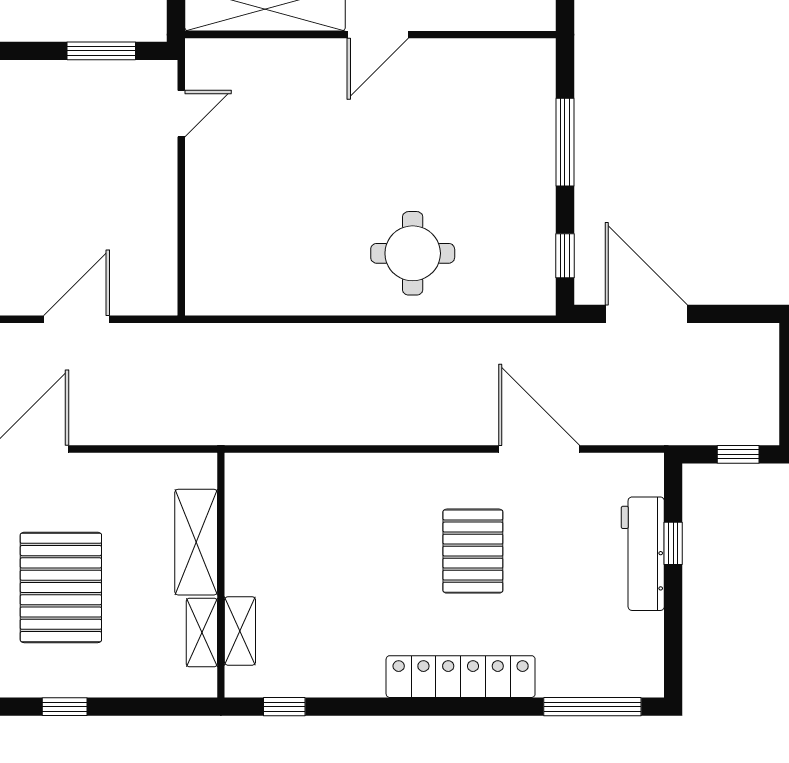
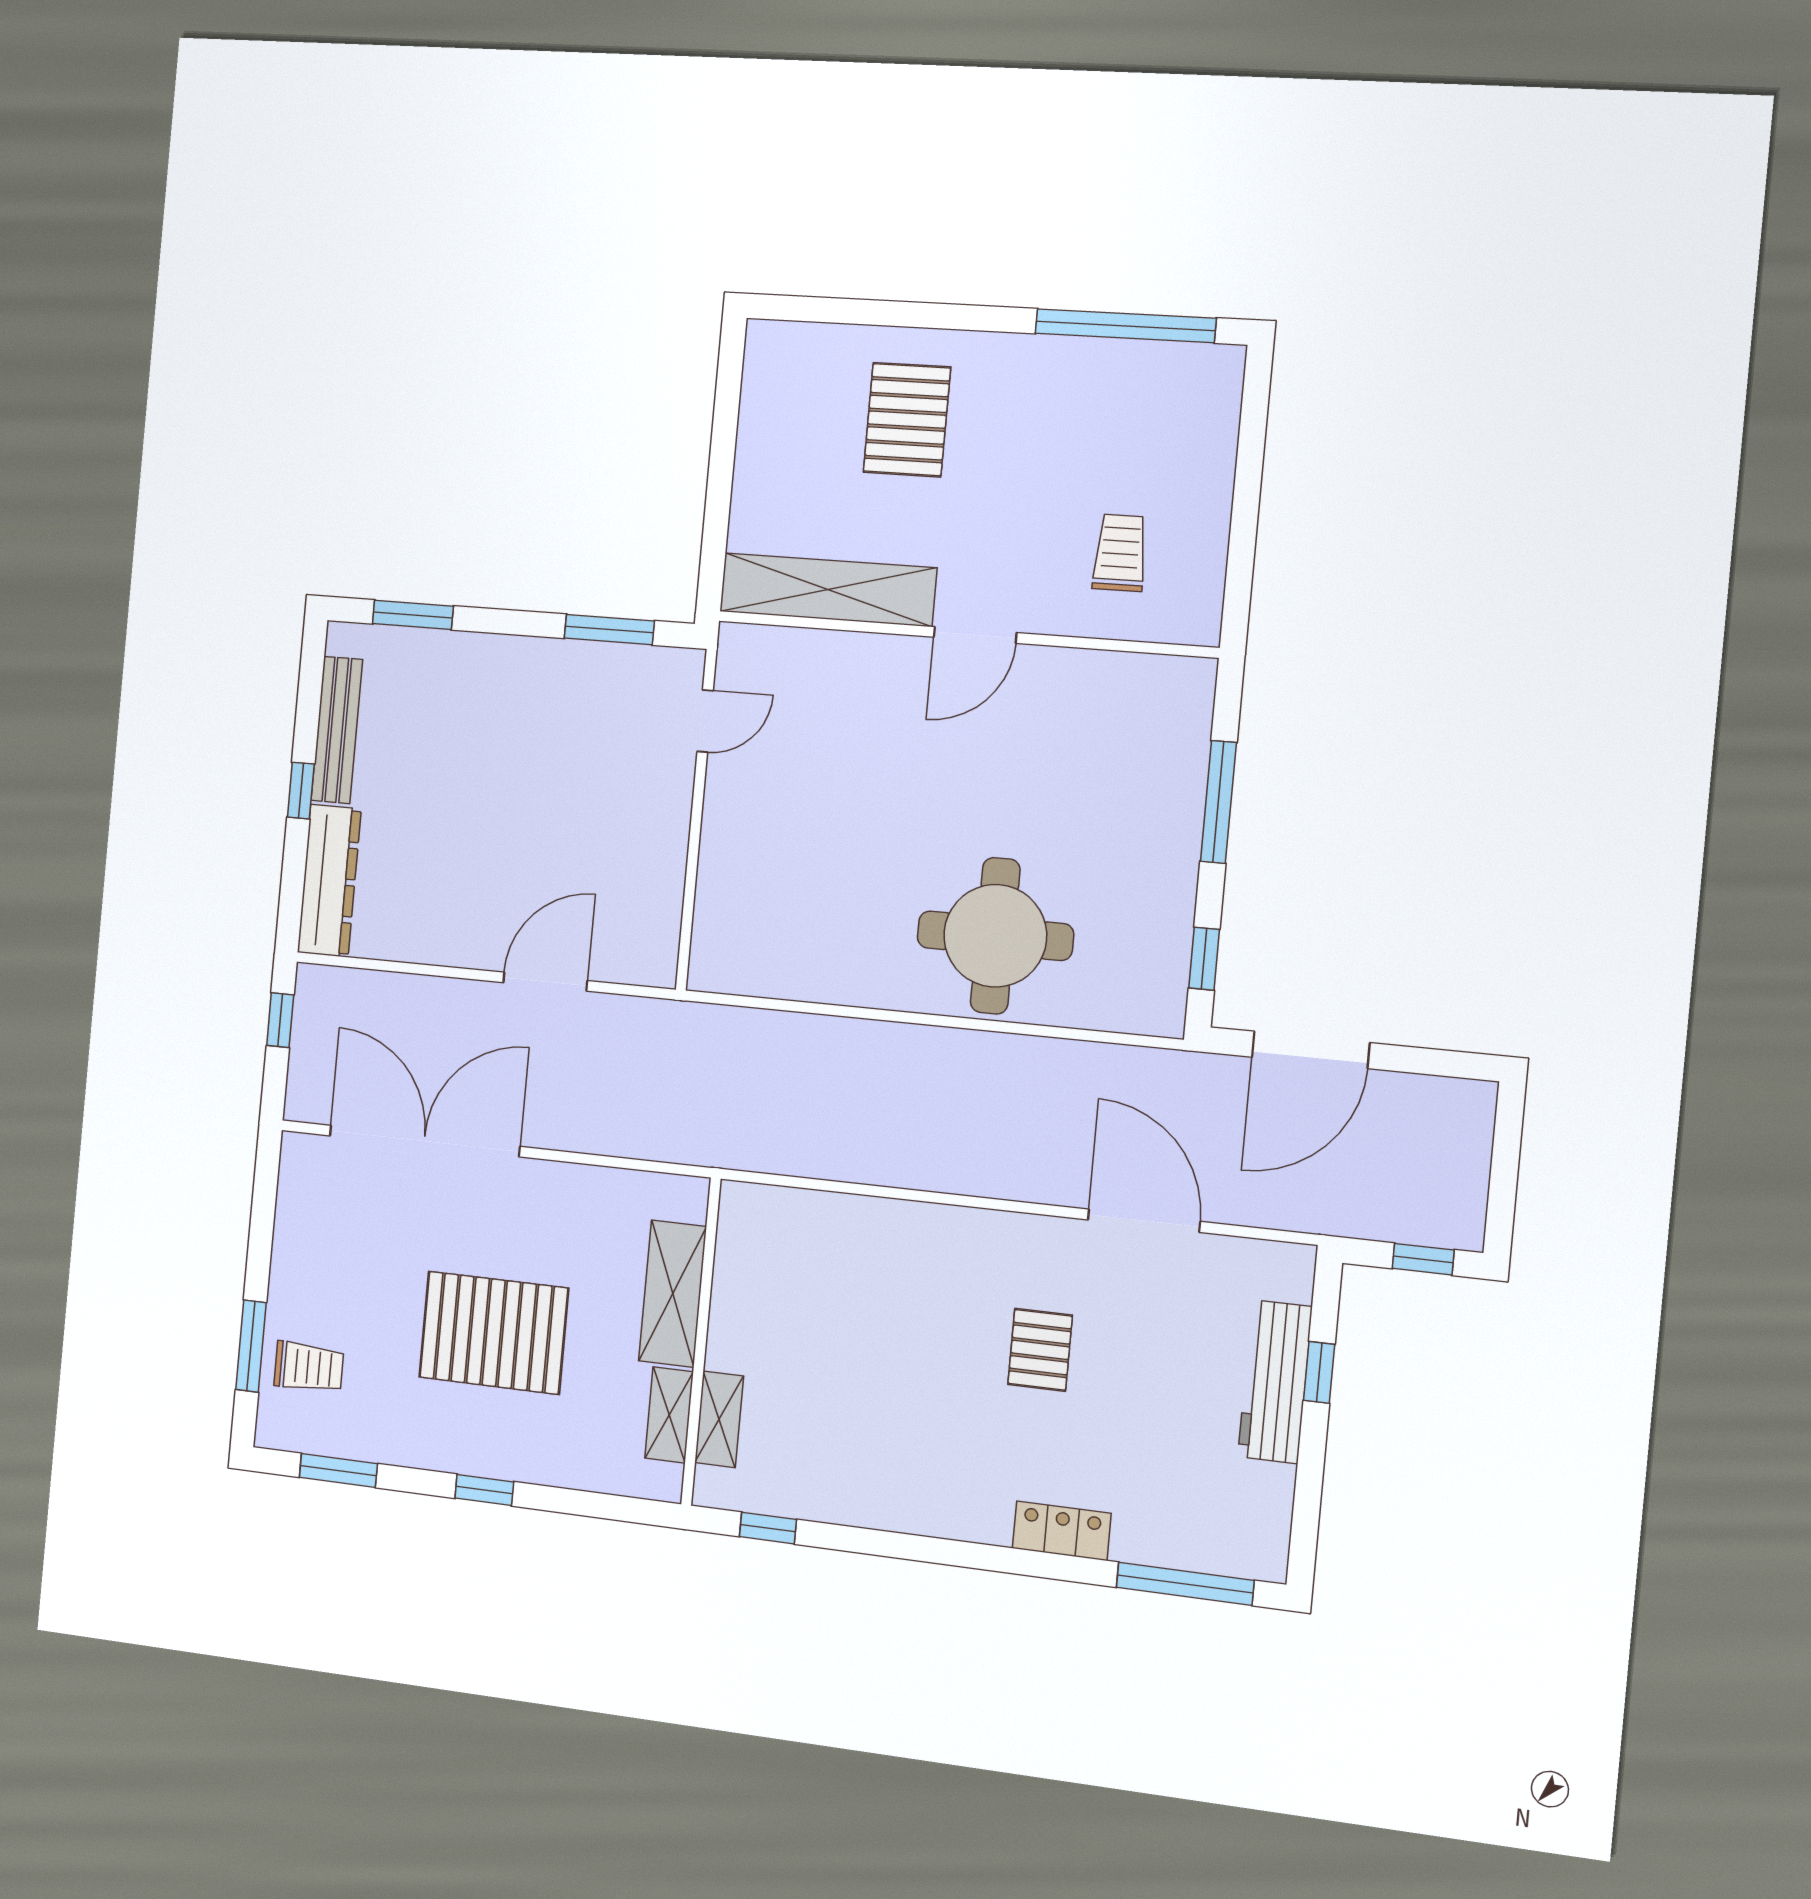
round table: (413, 253) -> (995, 936), width x1.36, depth x1.36
door: (646, 314) -> (1311, 1050), swing flipped
pallet: (473, 551) -> (1040, 1350), width x0.67, depth x0.71
pallet: (61, 587) -> (494, 1333), turned 90
locker: (461, 677) -> (1062, 1531), width x0.46, depth x0.83

